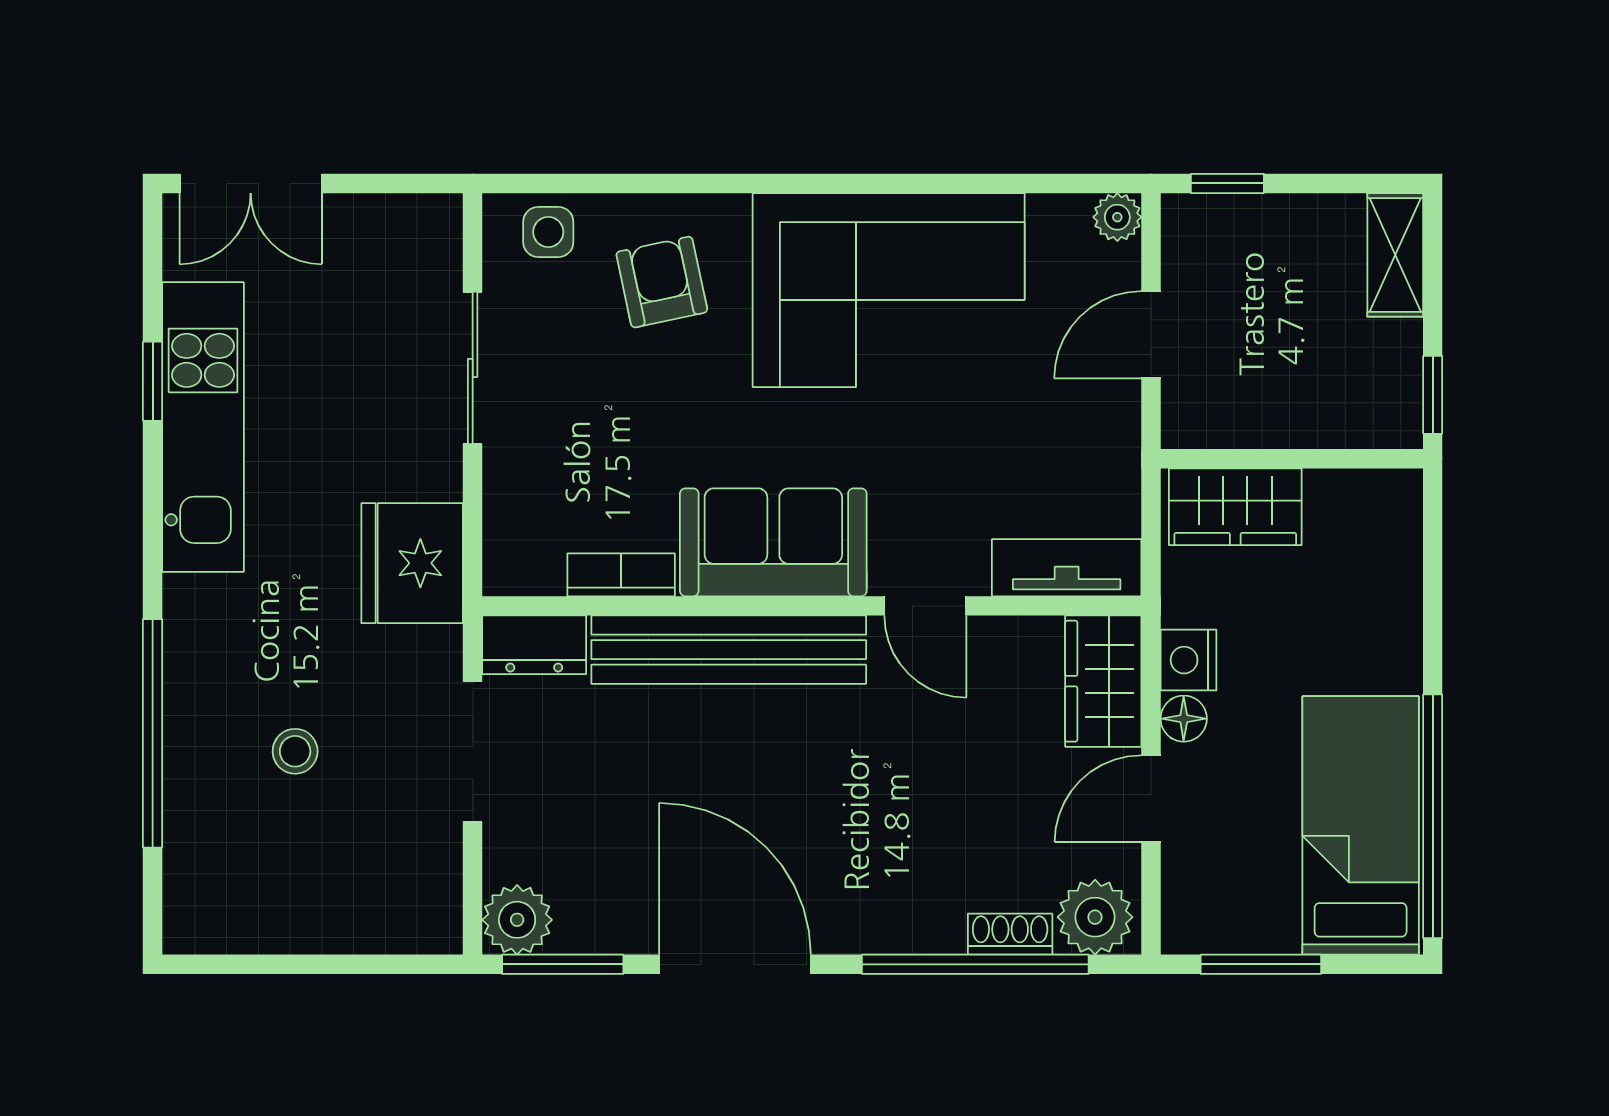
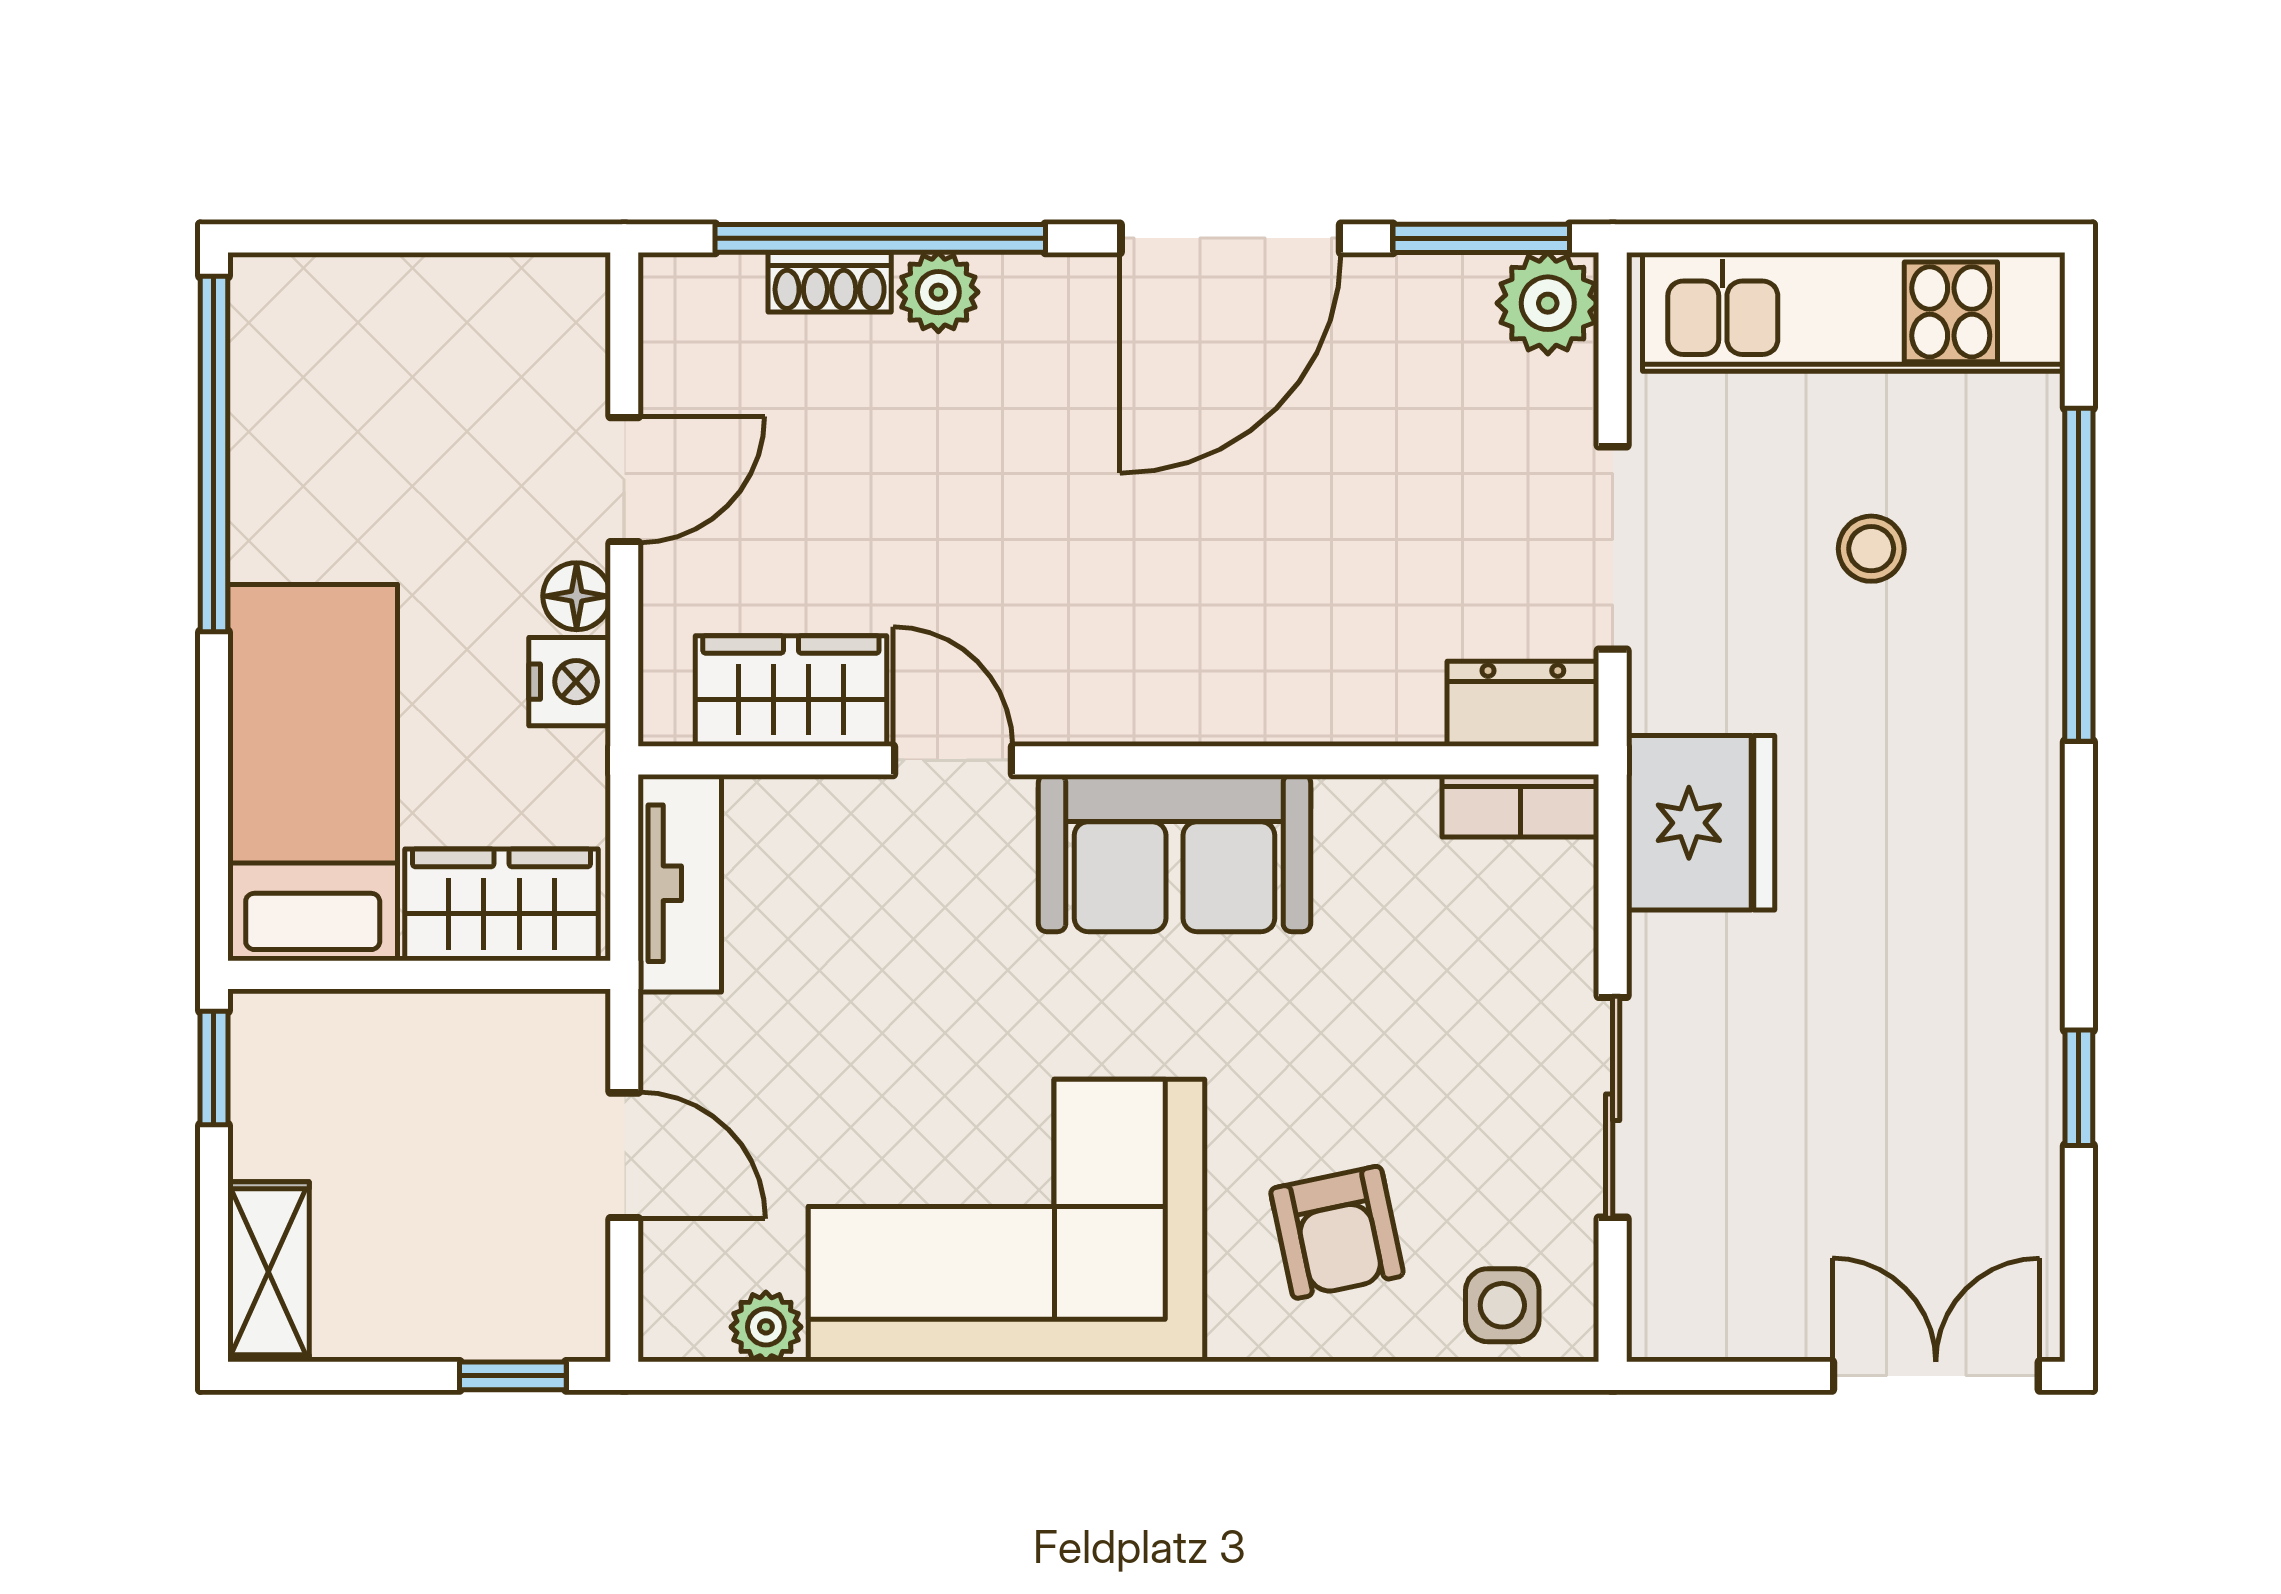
plant: (1117, 217) -> (766, 1327), moved
door: (1151, 335) -> (624, 1155), hinge flipped
kitchen unit: (203, 427) -> (1854, 312), moved, turned -90
tv unit: (1067, 568) -> (680, 883), moved, turned -90
bookcase: (621, 575) -> (1520, 806), moved
bench: (729, 650) -> (1239, 697), removed
wardrobe: (1103, 681) -> (791, 691), moved, turned -90
bed: (1361, 825) -> (313, 773), moved, turned 180
plant: (1095, 917) -> (938, 292), moved, width x0.73, depth x0.73
door: (735, 964) -> (1230, 238), hinge flipped
window: (1261, 964) -> (464, 238), removed

